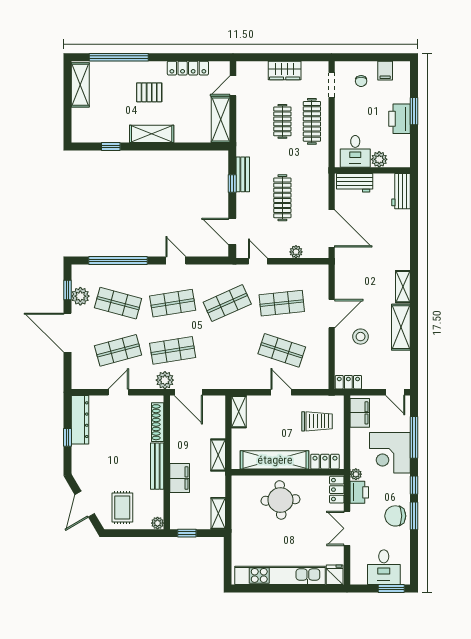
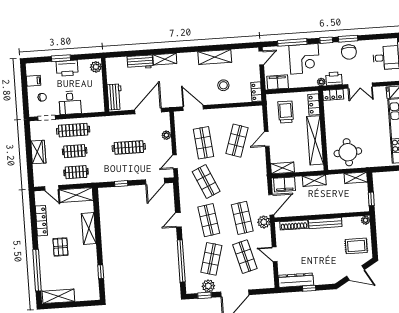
clothes rail: (253, 121) -> (76, 172), added
shelving: (152, 134) -> (89, 229), moved
desk: (355, 151) -> (70, 103), moved, turned 90
plant: (379, 159) -> (96, 67), moved
bench: (243, 174) -> (114, 177), removed
workbench: (401, 191) -> (140, 62), moved
shelving: (403, 287) -> (165, 59), moved
door: (332, 314) -> (193, 108), moved
filing cabinet: (180, 478) -> (284, 184), moved, turned 180
round table: (280, 500) -> (348, 152), moved

